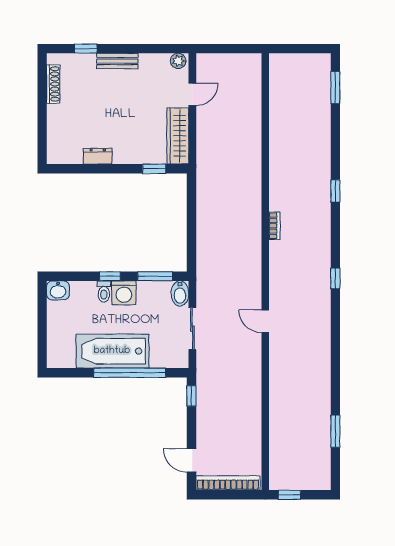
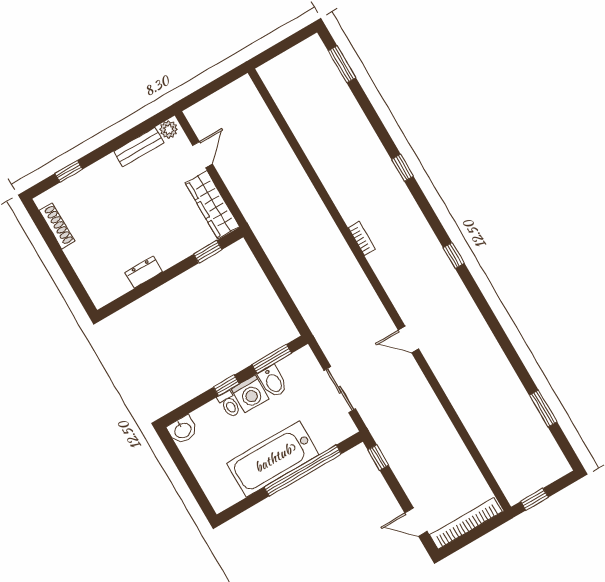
bench: (117, 61) -> (139, 147), moved
bidet: (180, 293) -> (273, 381), moved

